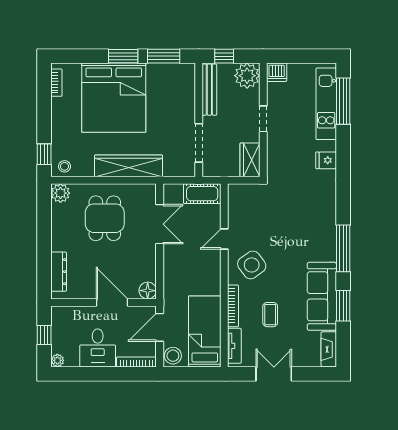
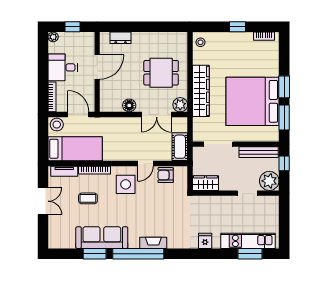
dishwasher: (277, 72) -> (272, 203), removed
bed: (114, 98) -> (253, 101), moved
window: (343, 101) -> (250, 254), width x0.69
doorway: (263, 119) -> (247, 193), moved
window: (44, 154) -> (238, 27), moved
plant: (60, 193) -> (180, 105), moved
armchair: (239, 212) -> (166, 175), added
door: (224, 239) -> (145, 163), swing flipped
window: (343, 248) -> (138, 254), width x1.46
side table: (252, 265) -> (126, 184), turned 36
dresser: (59, 272) -> (121, 38), width x0.70
floor lamp: (148, 291) -> (129, 105), moved
door: (112, 302) -> (97, 67), moved
fireplace: (329, 349) -> (153, 243), moved

